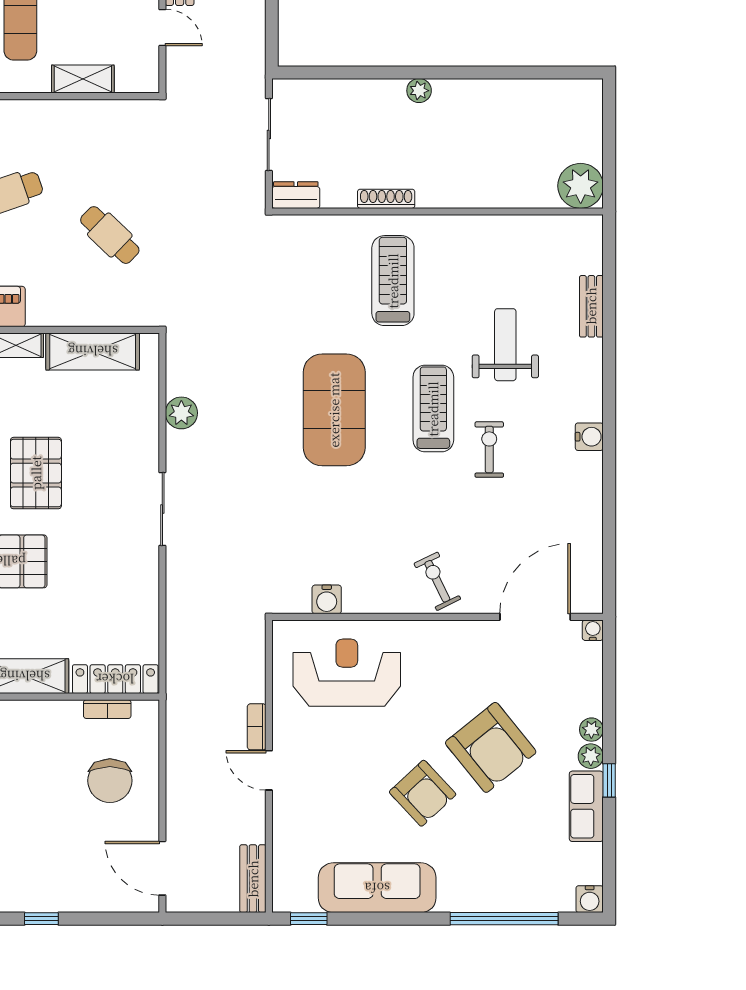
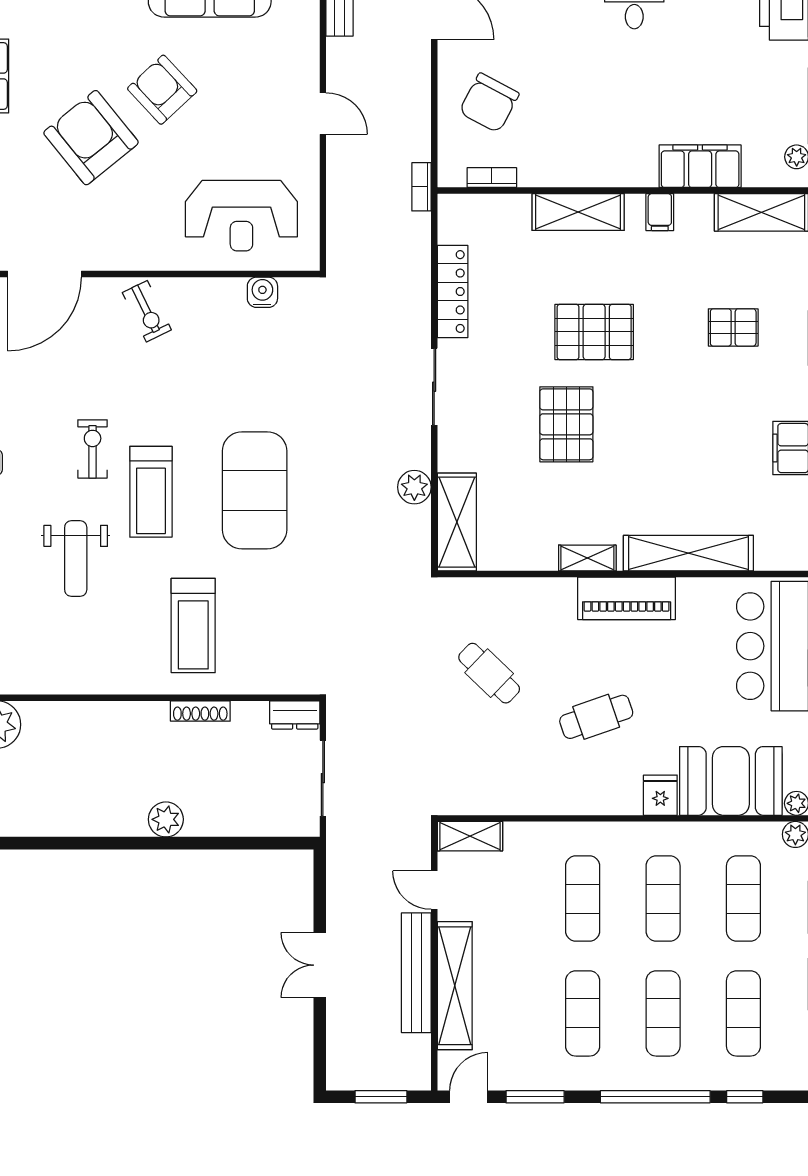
shelving: (83, 79) -> (470, 836), moved
plant: (419, 91) -> (166, 819), width x1.38, depth x1.38
shelving: (93, 351) -> (457, 522), moved, turned 90
exercise bike: (489, 450) -> (93, 449), turned 180
locker: (115, 679) -> (453, 292), moved, turned -90
bookcase: (257, 727) -> (421, 187), moved, turned 180
chair: (110, 781) -> (489, 103), turned -152

